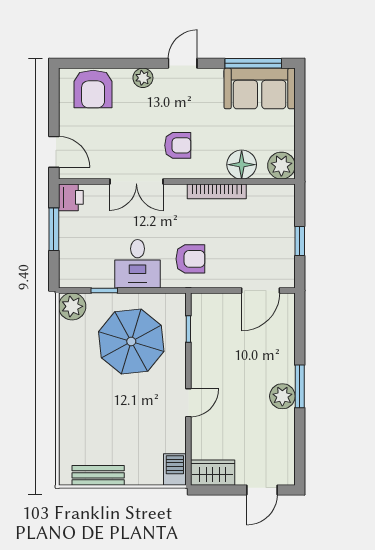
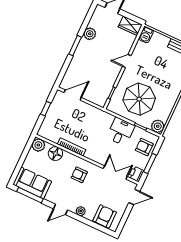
door: (54, 152) -> (134, 197), swing flipped
double door: (136, 182) -> (115, 172), moved
armchair: (190, 259) -> (144, 147), moved
plant: (282, 396) -> (90, 34), moved

